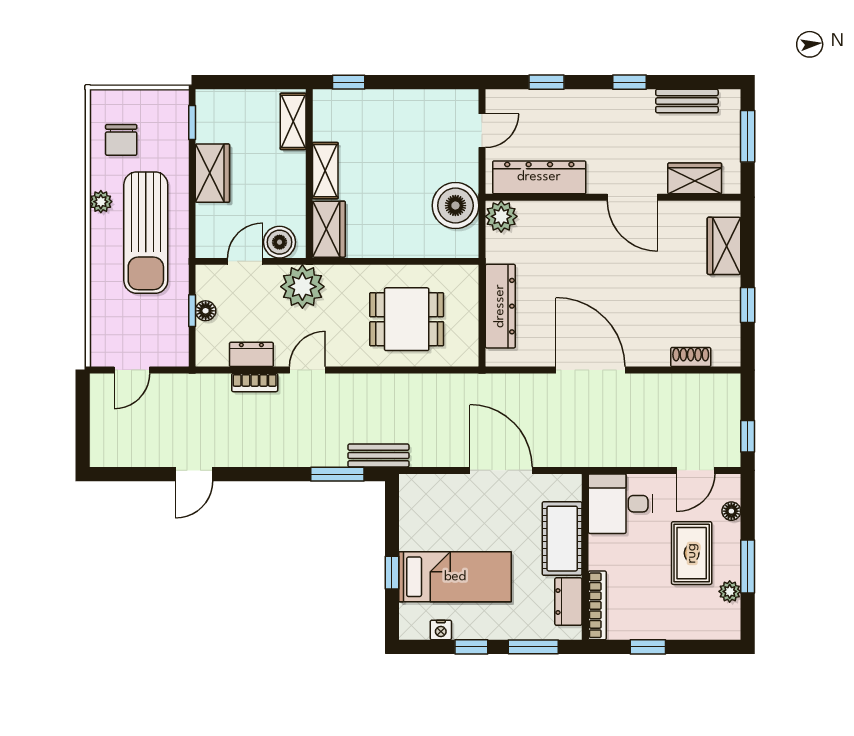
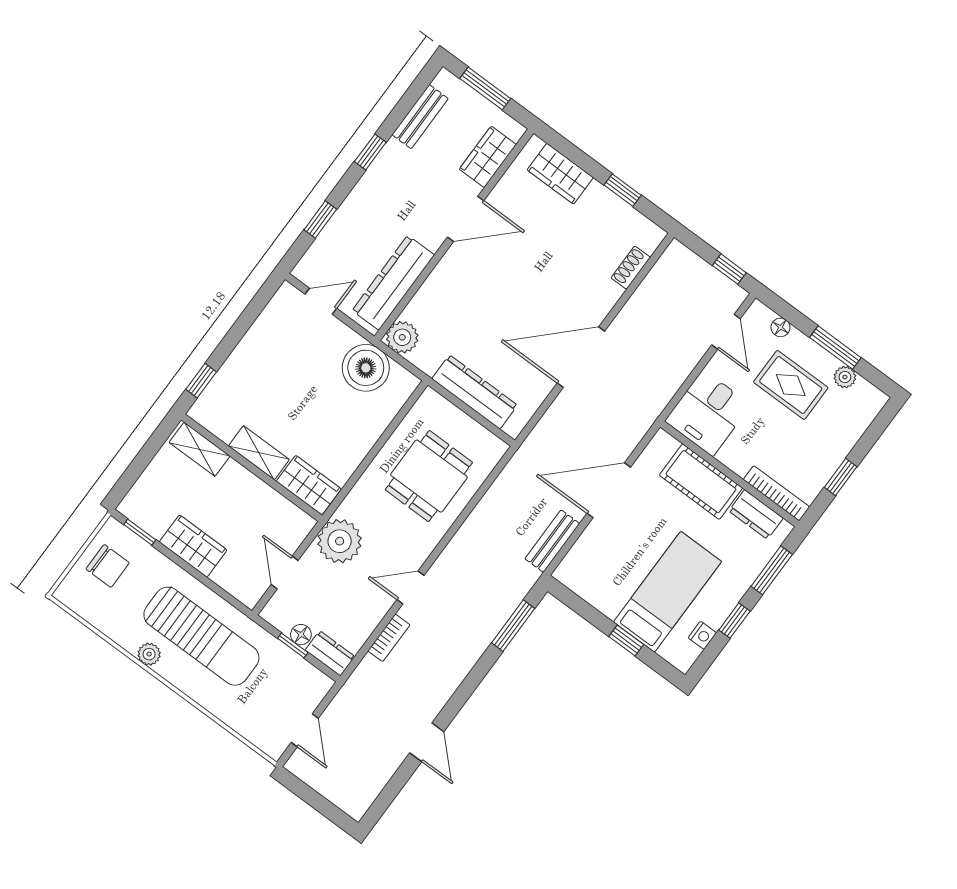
door: (482, 131) -> (321, 301), hinge flipped
chair: (121, 140) -> (108, 566), moved
boiler: (280, 242) -> (290, 533), removed
dresser: (251, 354) -> (330, 653), moved, turned 90
door: (307, 370) -> (410, 587), hinge flipped
bench: (378, 455) -> (552, 541), moved

